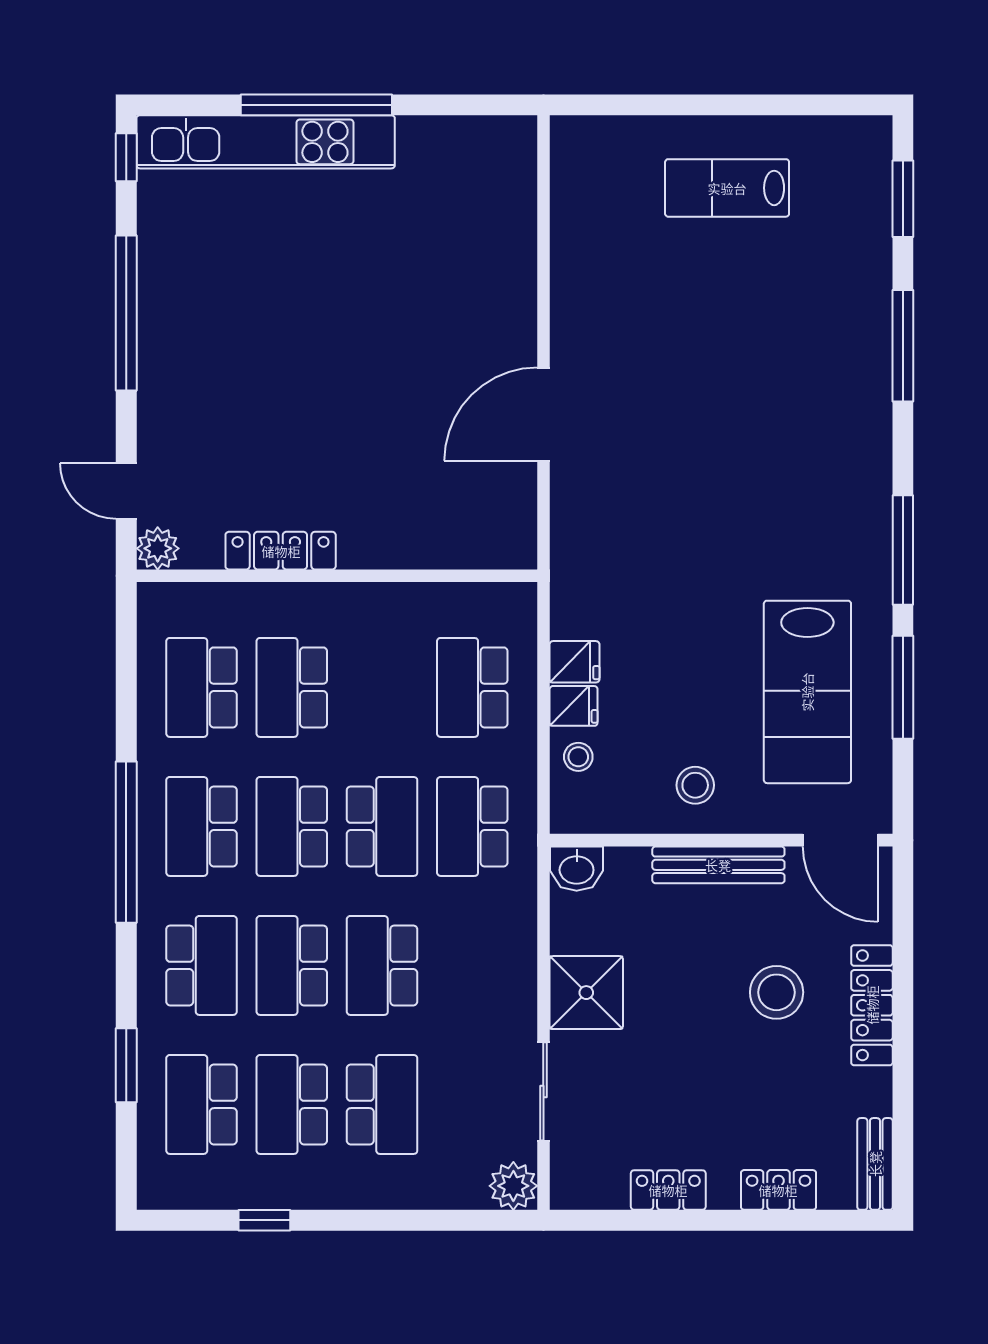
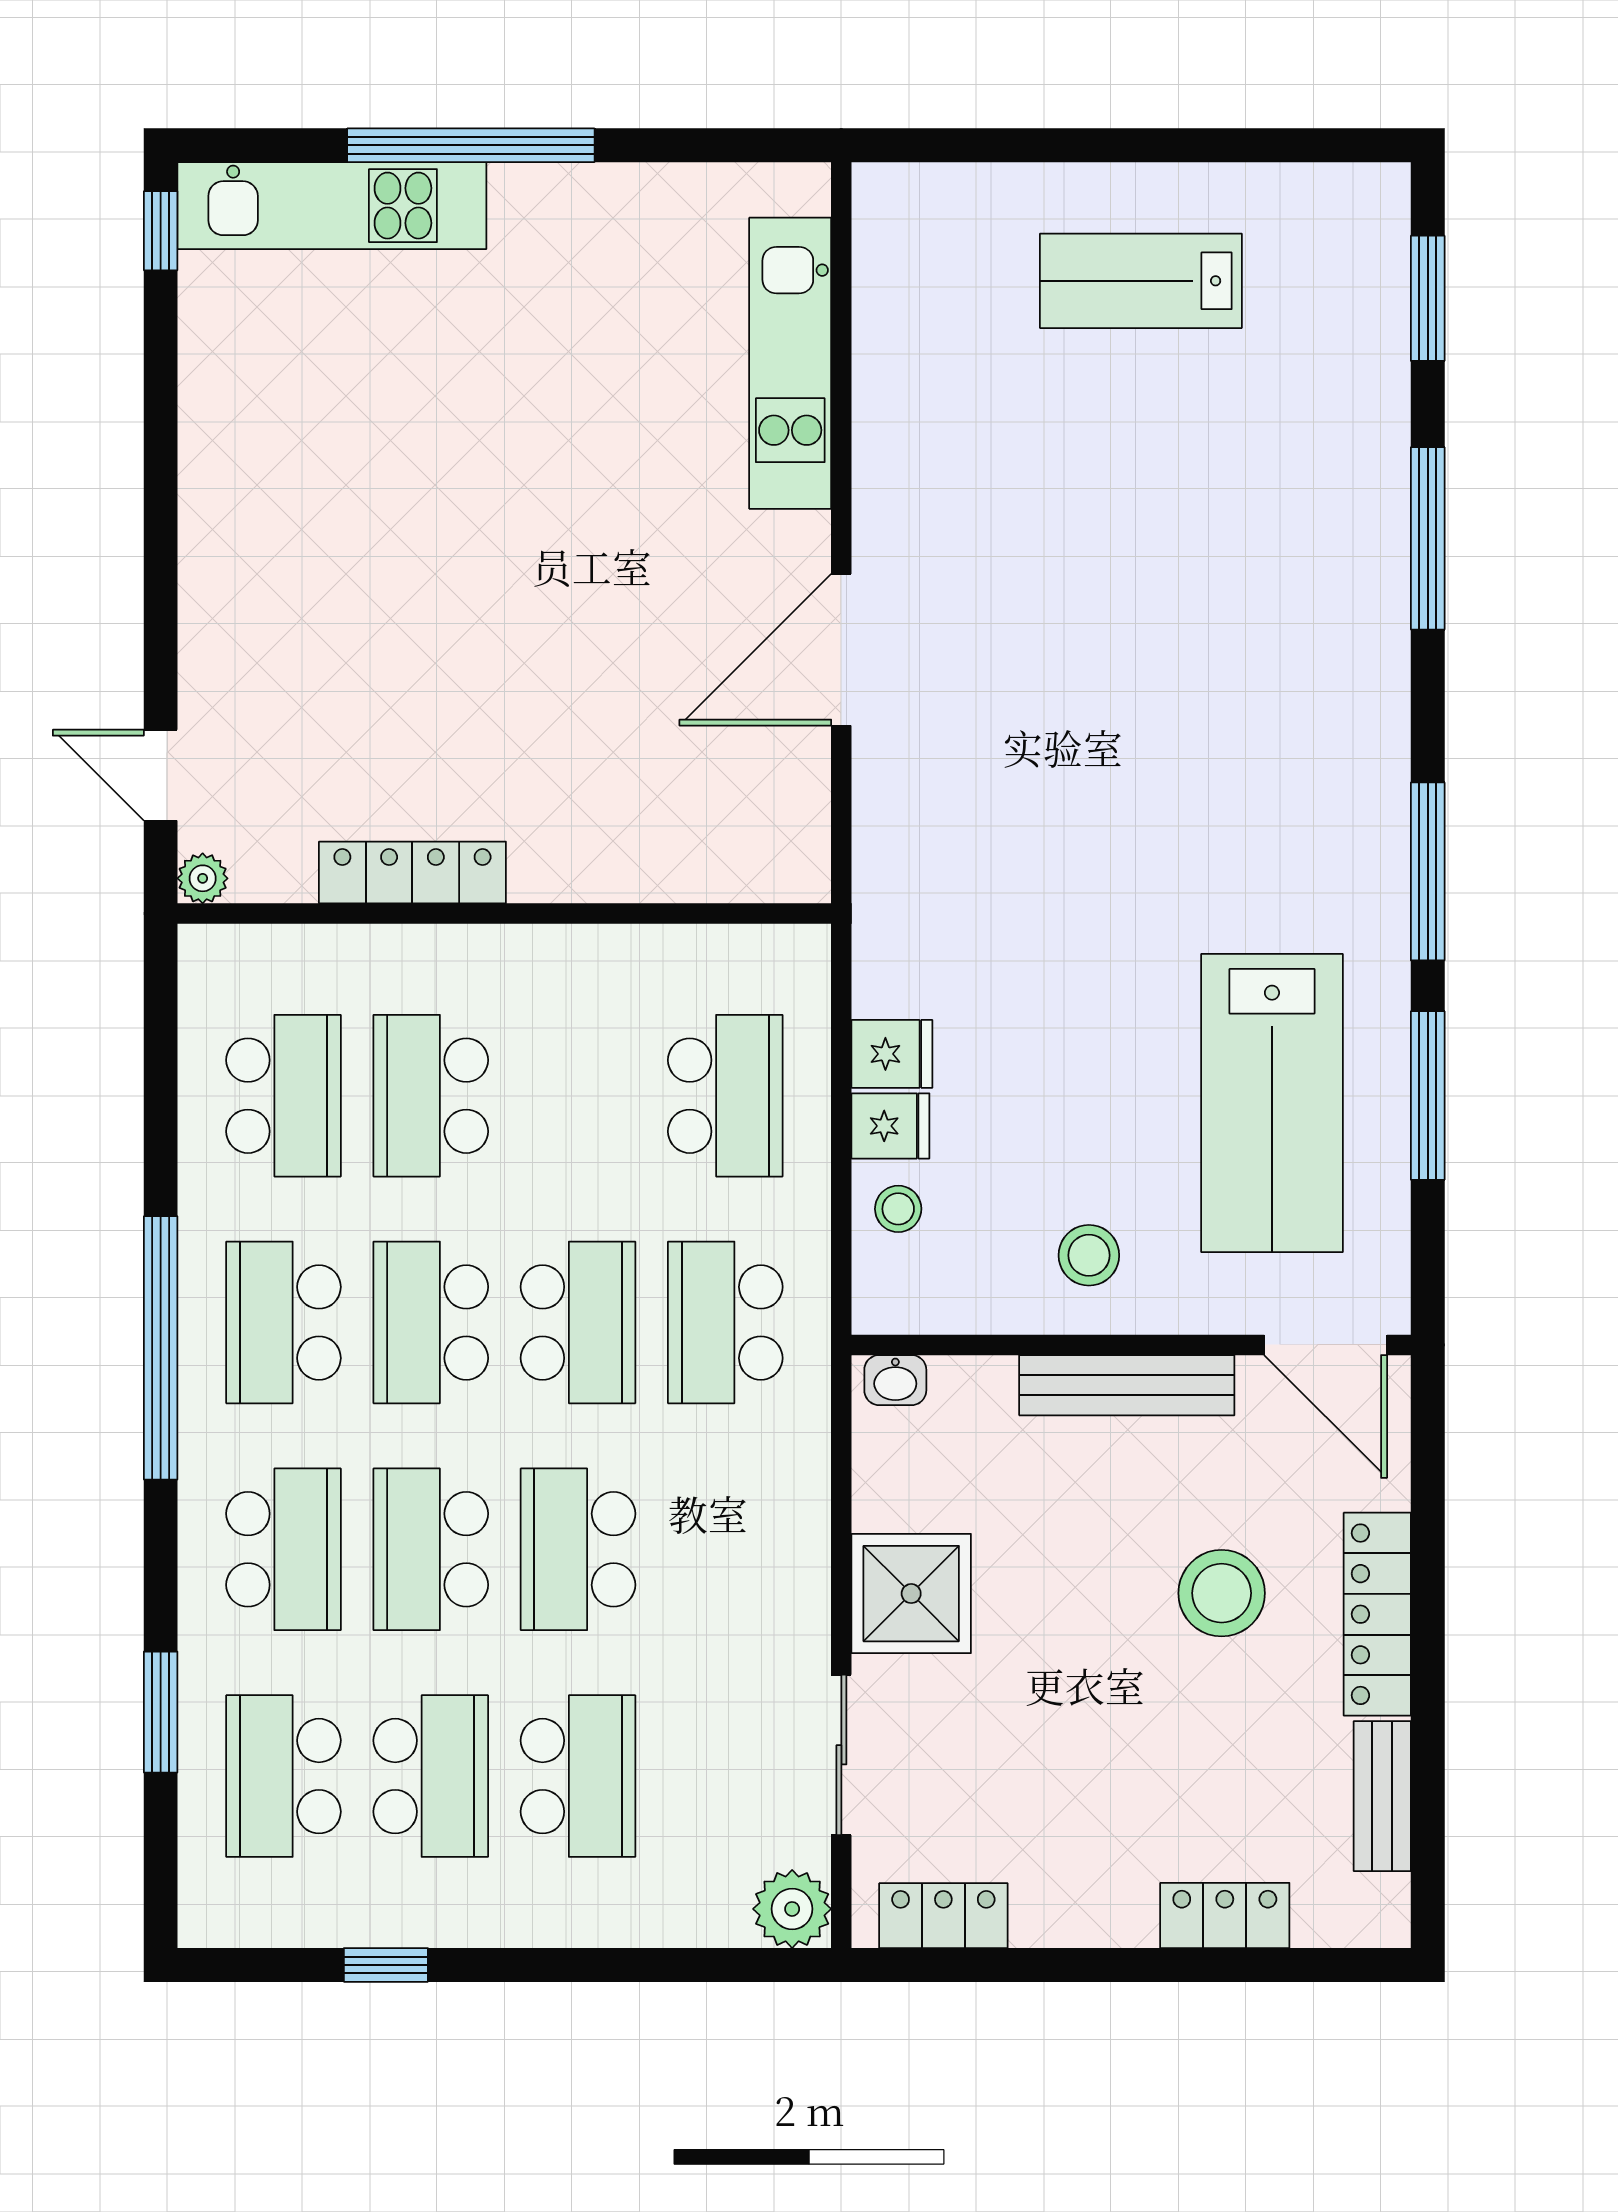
kitchen unit: (266, 142) -> (332, 206), width x0.73
kitchen unit: (512, 238) -> (790, 363), added
window: (126, 313) -> (161, 485), removed
plant: (158, 548) -> (203, 878), width x0.73, depth x0.73
school desk: (202, 687) -> (283, 1096), turned 180
school desk: (472, 687) -> (725, 1096), turned 180
washbasin: (577, 869) -> (895, 1380), width x0.72, depth x0.69
school desk: (292, 1104) -> (431, 1776), turned 180
bench: (875, 1164) -> (1382, 1796), moved
locker: (668, 1190) -> (943, 1916), moved

